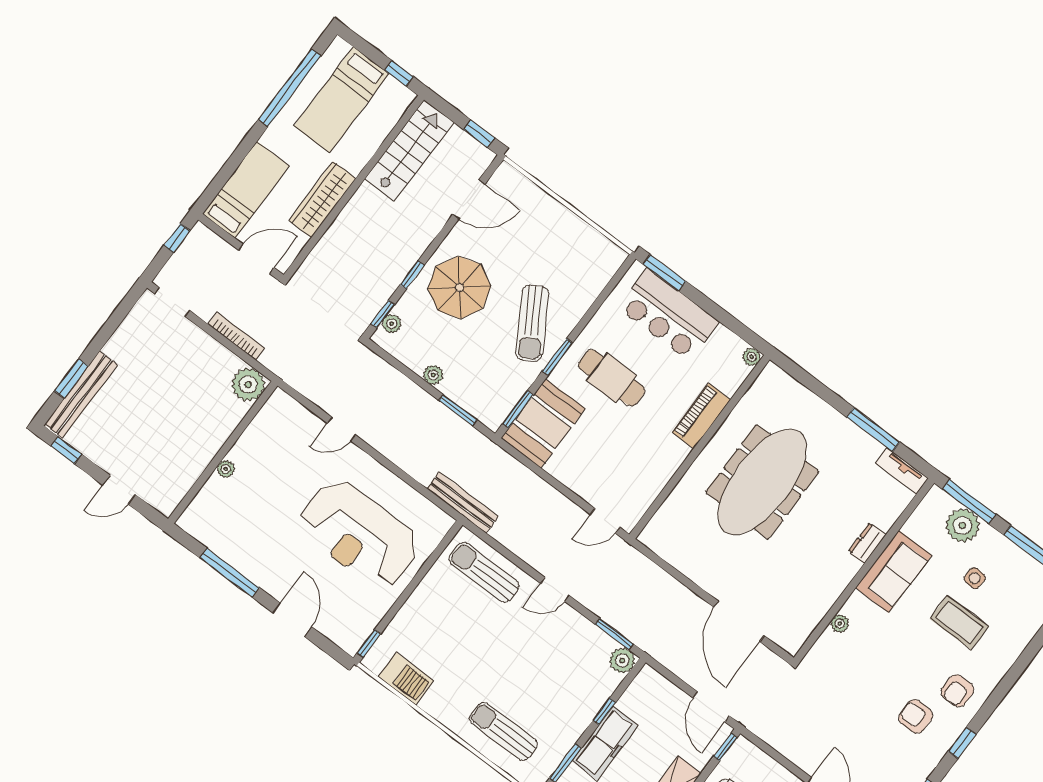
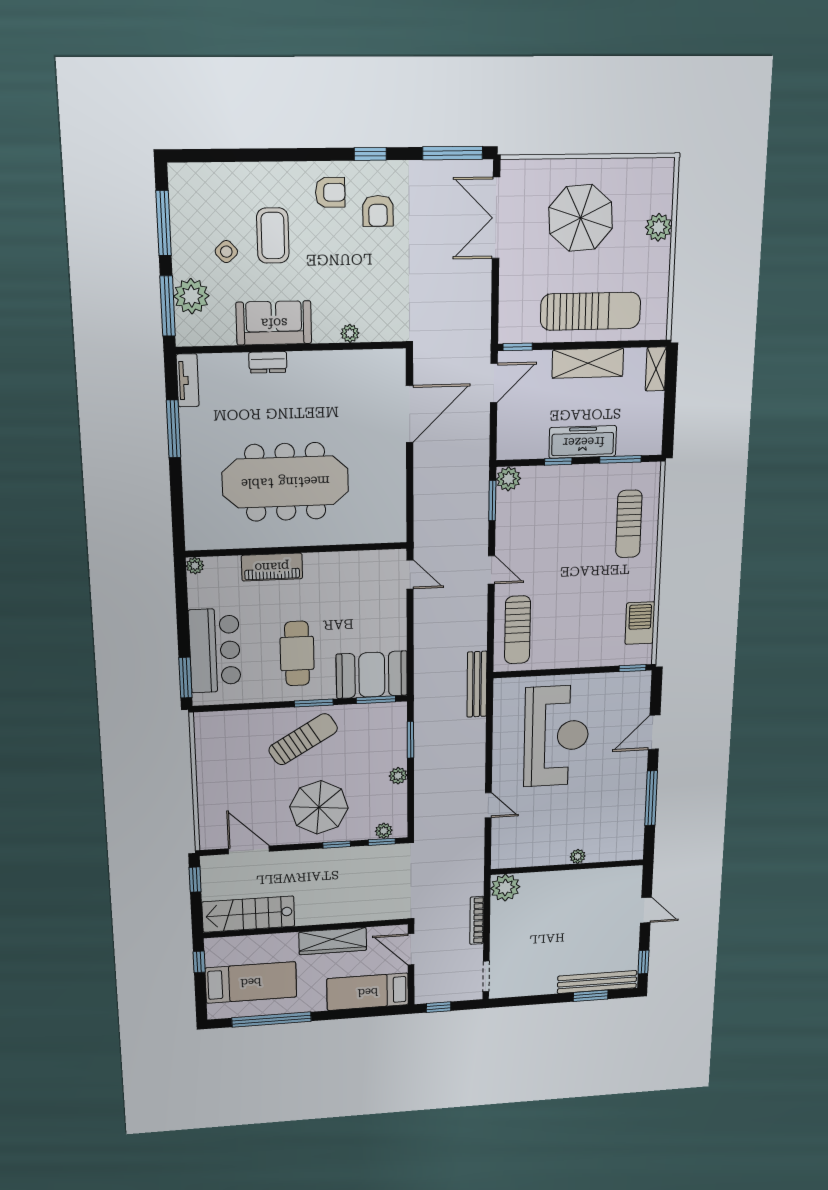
side table: (975, 578) -> (226, 252), turned 45

